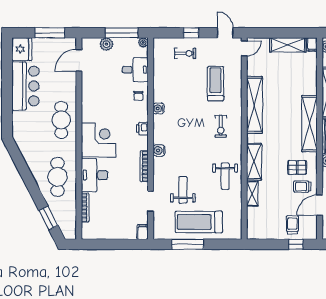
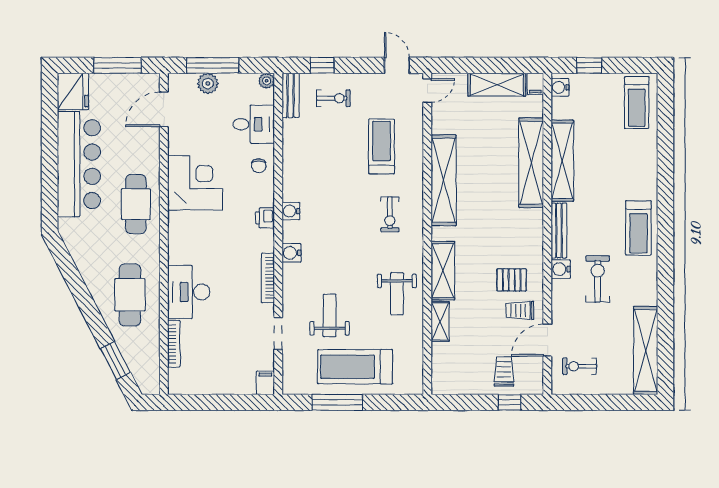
window: (122, 33) -> (213, 65), moved
window: (191, 33) -> (322, 65), moved
bench: (158, 52) -> (291, 95), added
bar counter: (25, 86) -> (79, 164), width x1.36
water cooler: (159, 108) -> (291, 211), moved
shelving: (309, 124) -> (531, 163), moved
corner desk: (98, 140) -> (195, 183), moved

